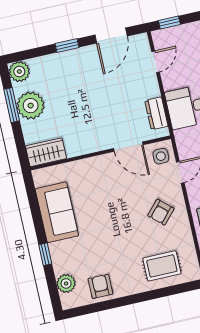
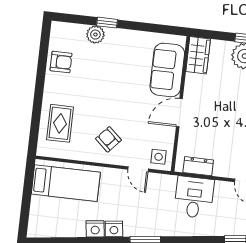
door: (128, 147) -> (179, 113), moved
sofa: (57, 212) -> (167, 70), moved, turned 90
plant: (66, 283) -> (95, 35), moved

